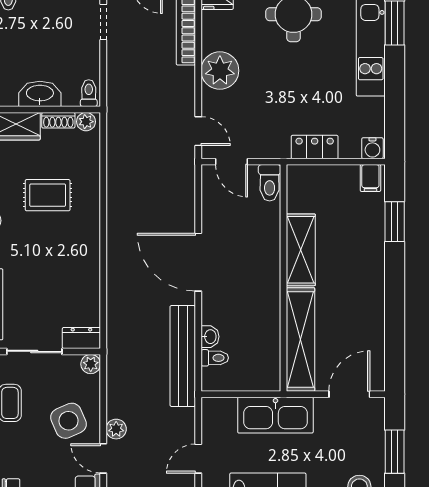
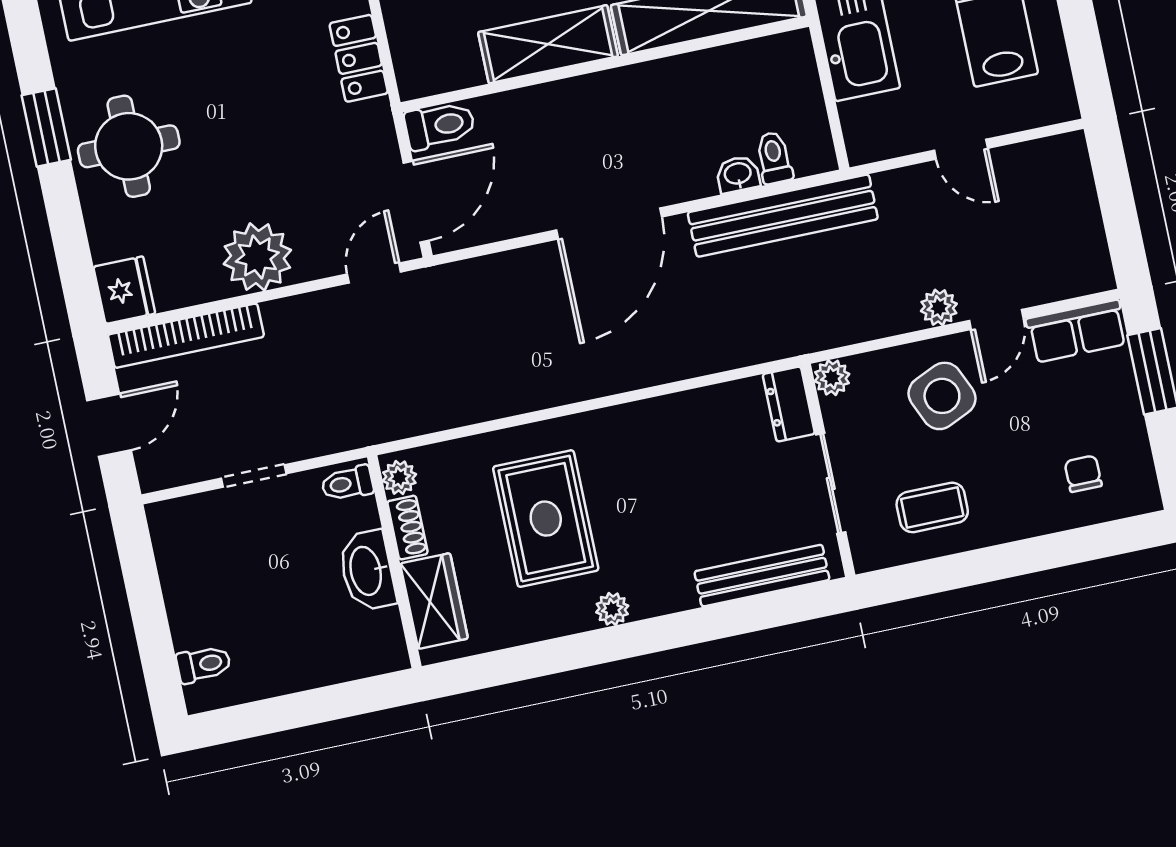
doorway: (103, 22) -> (254, 476), moved
door: (232, 162) -> (416, 202), width x1.38
rug: (48, 195) -> (546, 519), width x1.36, depth x1.43

